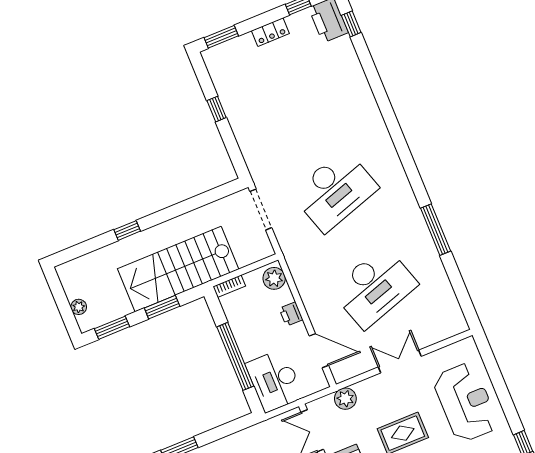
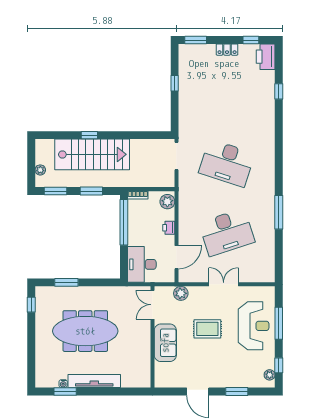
window: (351, 24) -> (279, 91), moved
desk: (335, 191) -> (227, 163), turned 36
stairs: (178, 269) -> (92, 154), moved, turned 180
door: (319, 351) -> (177, 257), hinge flipped
window: (235, 356) -> (124, 222), moved
window: (499, 384) -> (279, 323), added

